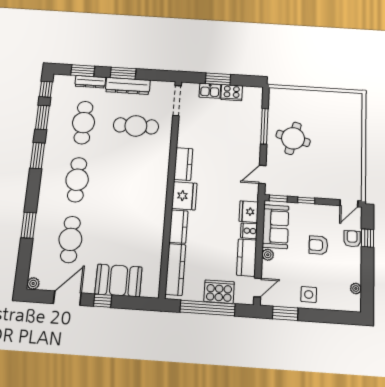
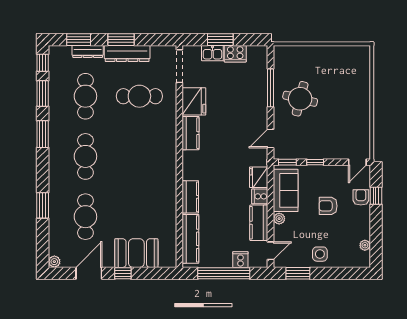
fridge: (184, 196) -> (194, 101), moved
cooker: (219, 292) -> (240, 260), width x0.53, depth x0.76

